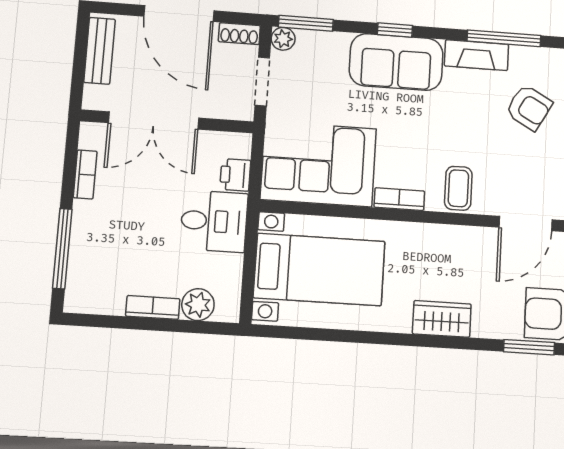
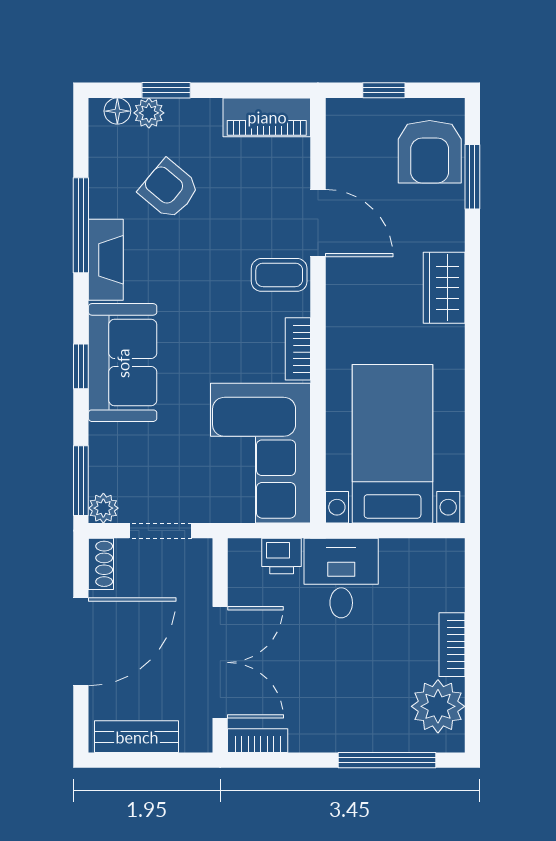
armchair: (529, 108) -> (169, 189), turned -79
bookcase: (85, 174) -> (258, 741), moved
door: (525, 223) -> (318, 223), moved
plant: (198, 305) -> (438, 706), moved, width x1.36, depth x1.36

